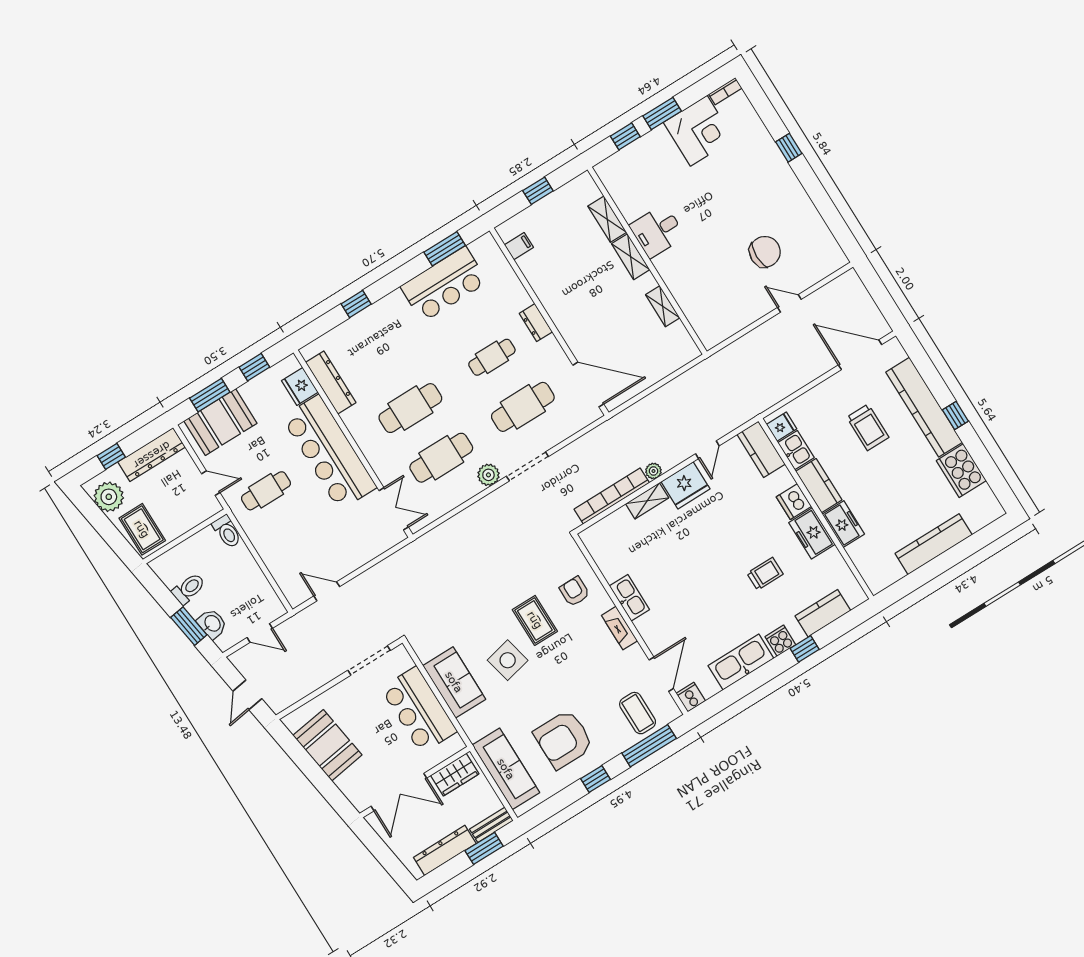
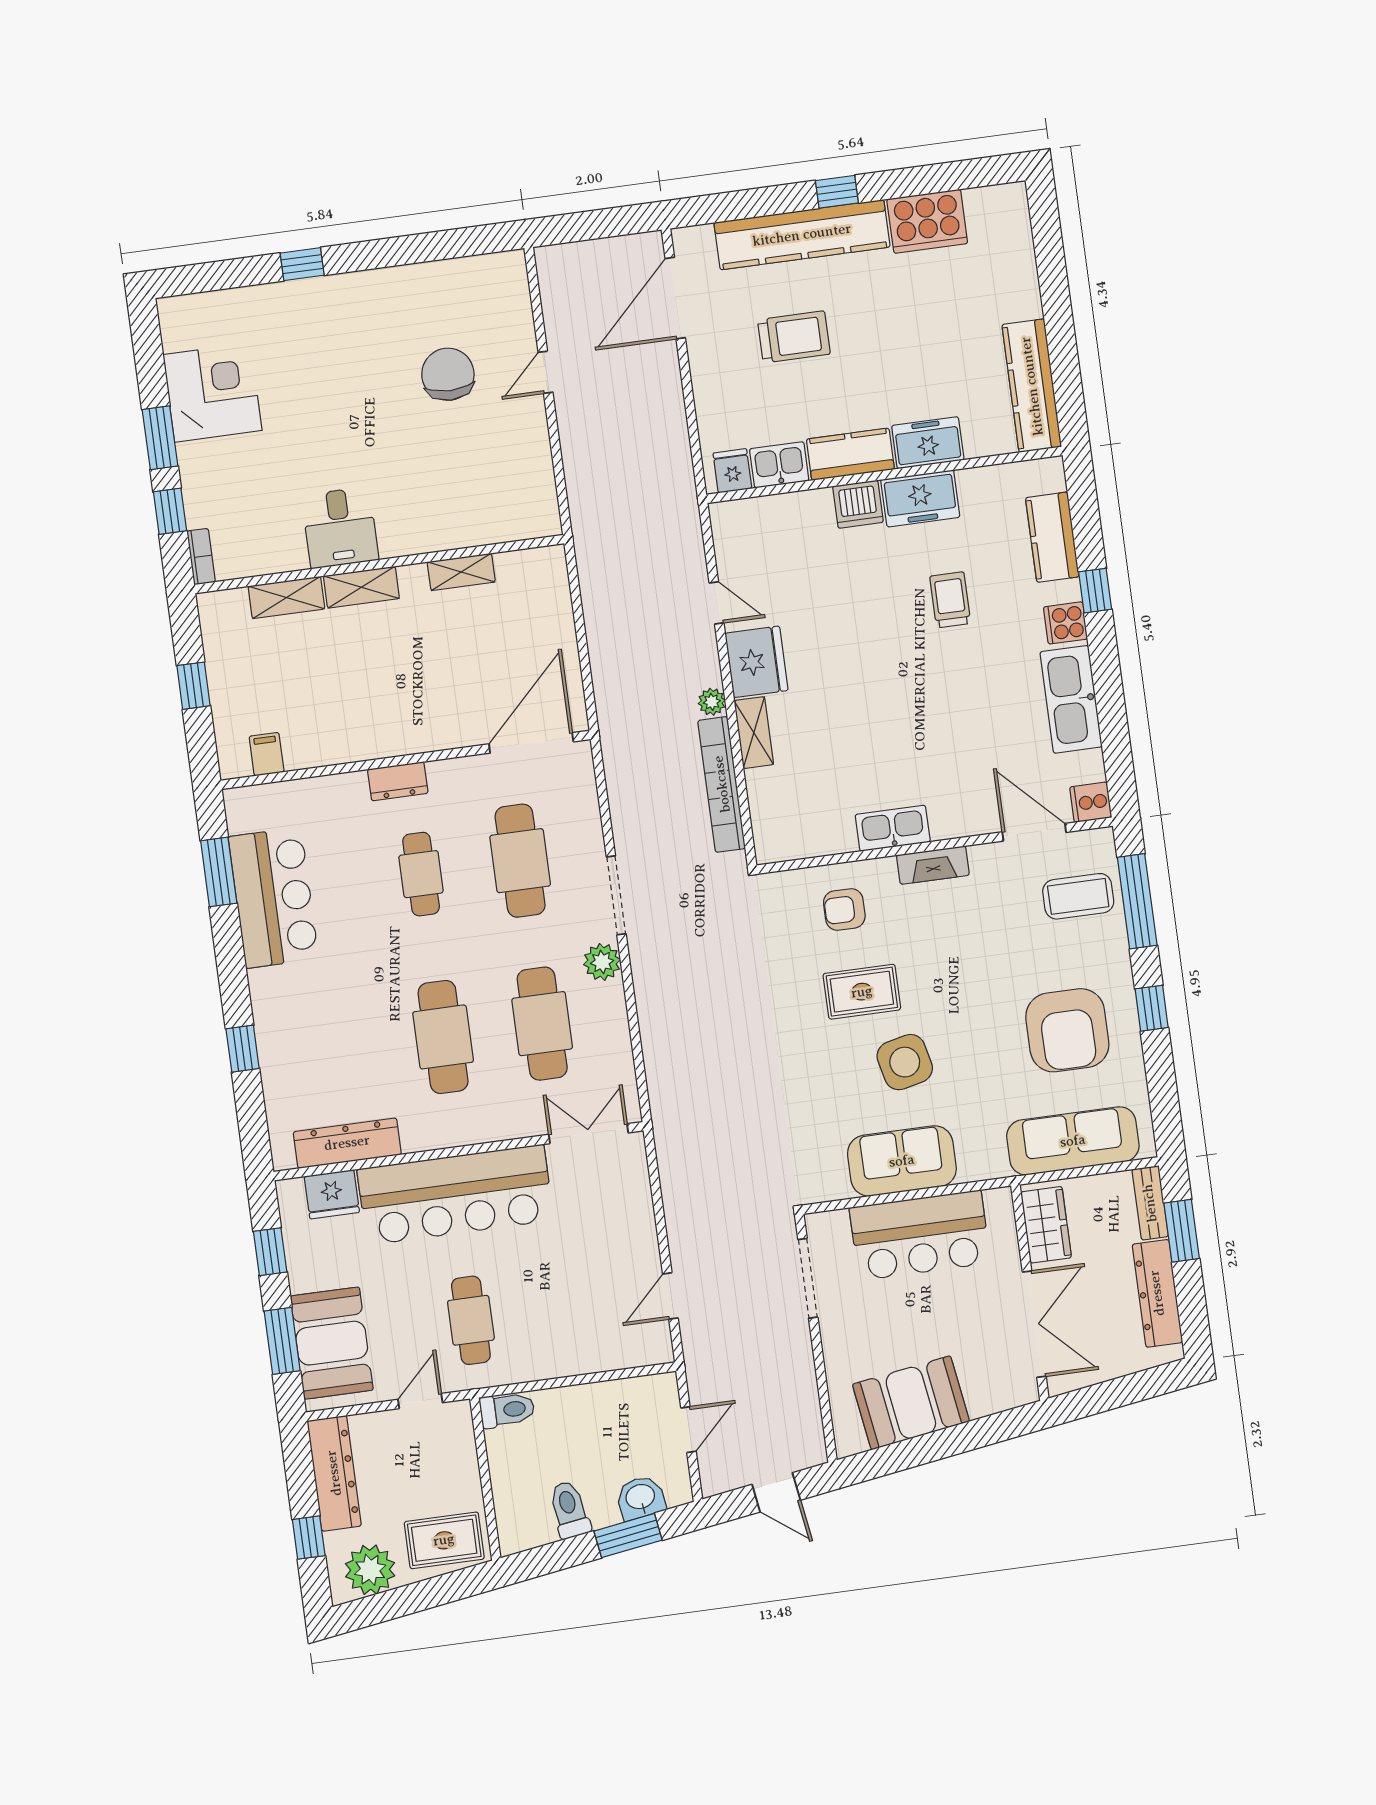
bookcase: (725, 91) -> (201, 557), moved
kitchen counter: (761, 449) -> (753, 519), removed
kitchen counter: (934, 544) -> (1032, 386), moved

